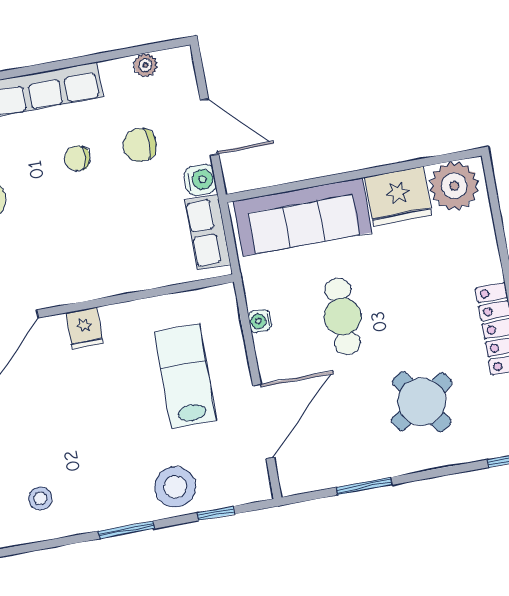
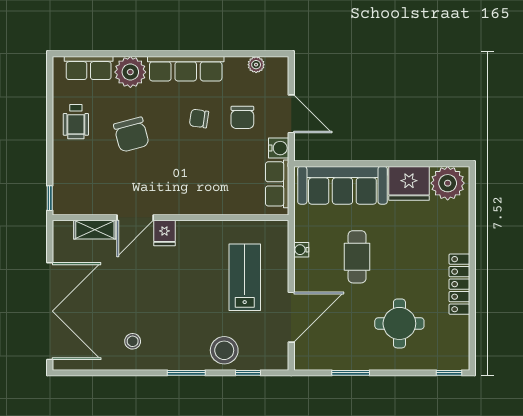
chair: (140, 145) -> (242, 117), turned -90
fridge: (84, 328) -> (164, 233), moved
round table: (422, 402) -> (399, 323), turned 33

